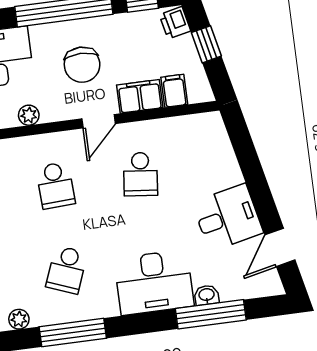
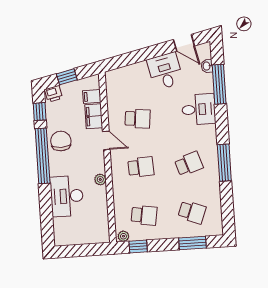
chair: (82, 65) -> (61, 141), moved, turned -90
school desk: (67, 270) -> (189, 164), turned -39
desk: (154, 282) -> (199, 109), width x0.73
washbasin: (207, 295) -> (207, 66), moved
plant: (19, 319) -> (215, 192), removed

